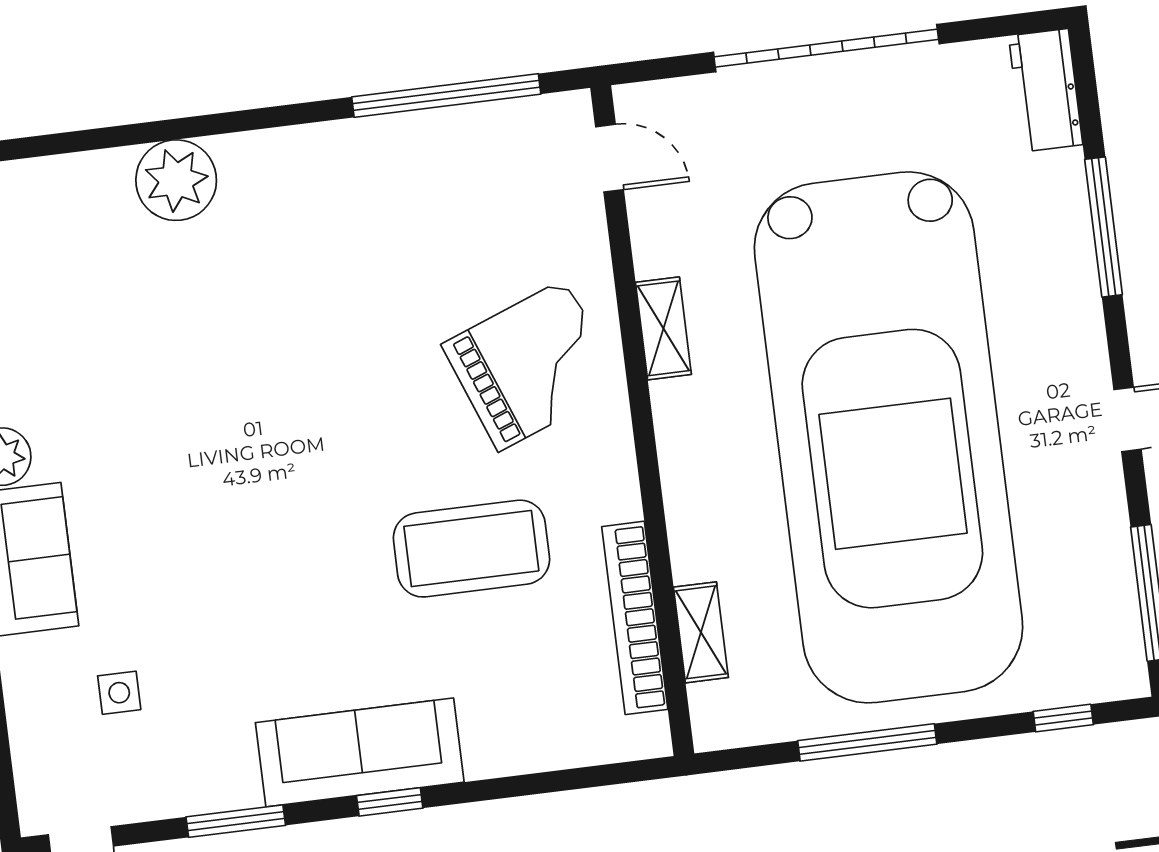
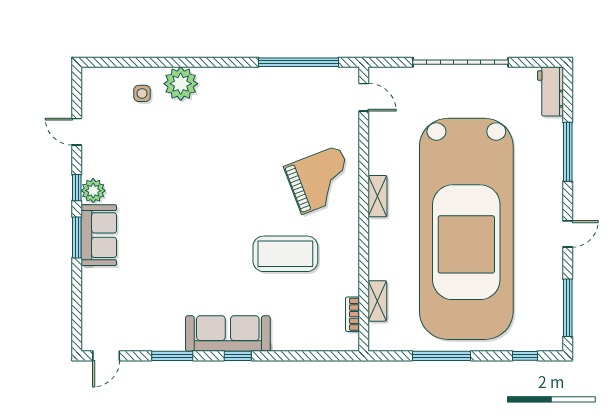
shelving: (663, 328) -> (378, 196), moved
bookcase: (635, 618) -> (353, 314), width x0.43, depth x0.76
side table: (119, 693) -> (142, 93), moved

